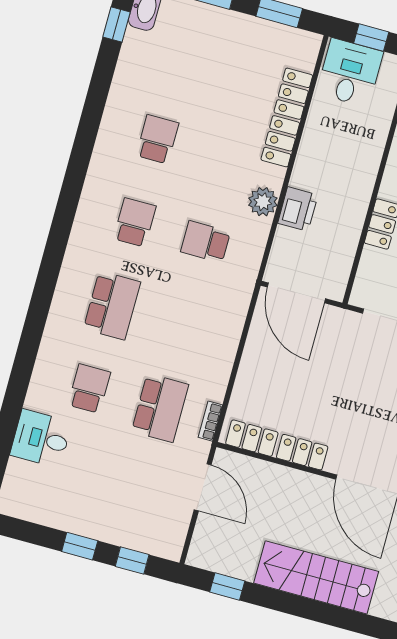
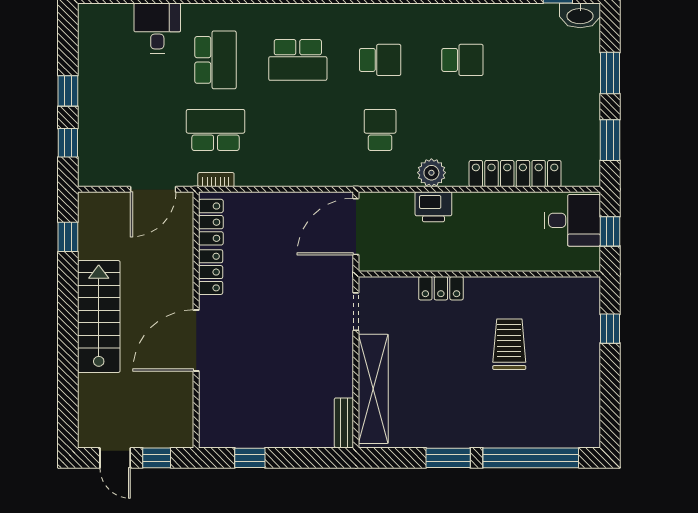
school desk: (89, 389) -> (216, 60), width x1.85
school desk: (160, 408) -> (216, 130), turned 180

